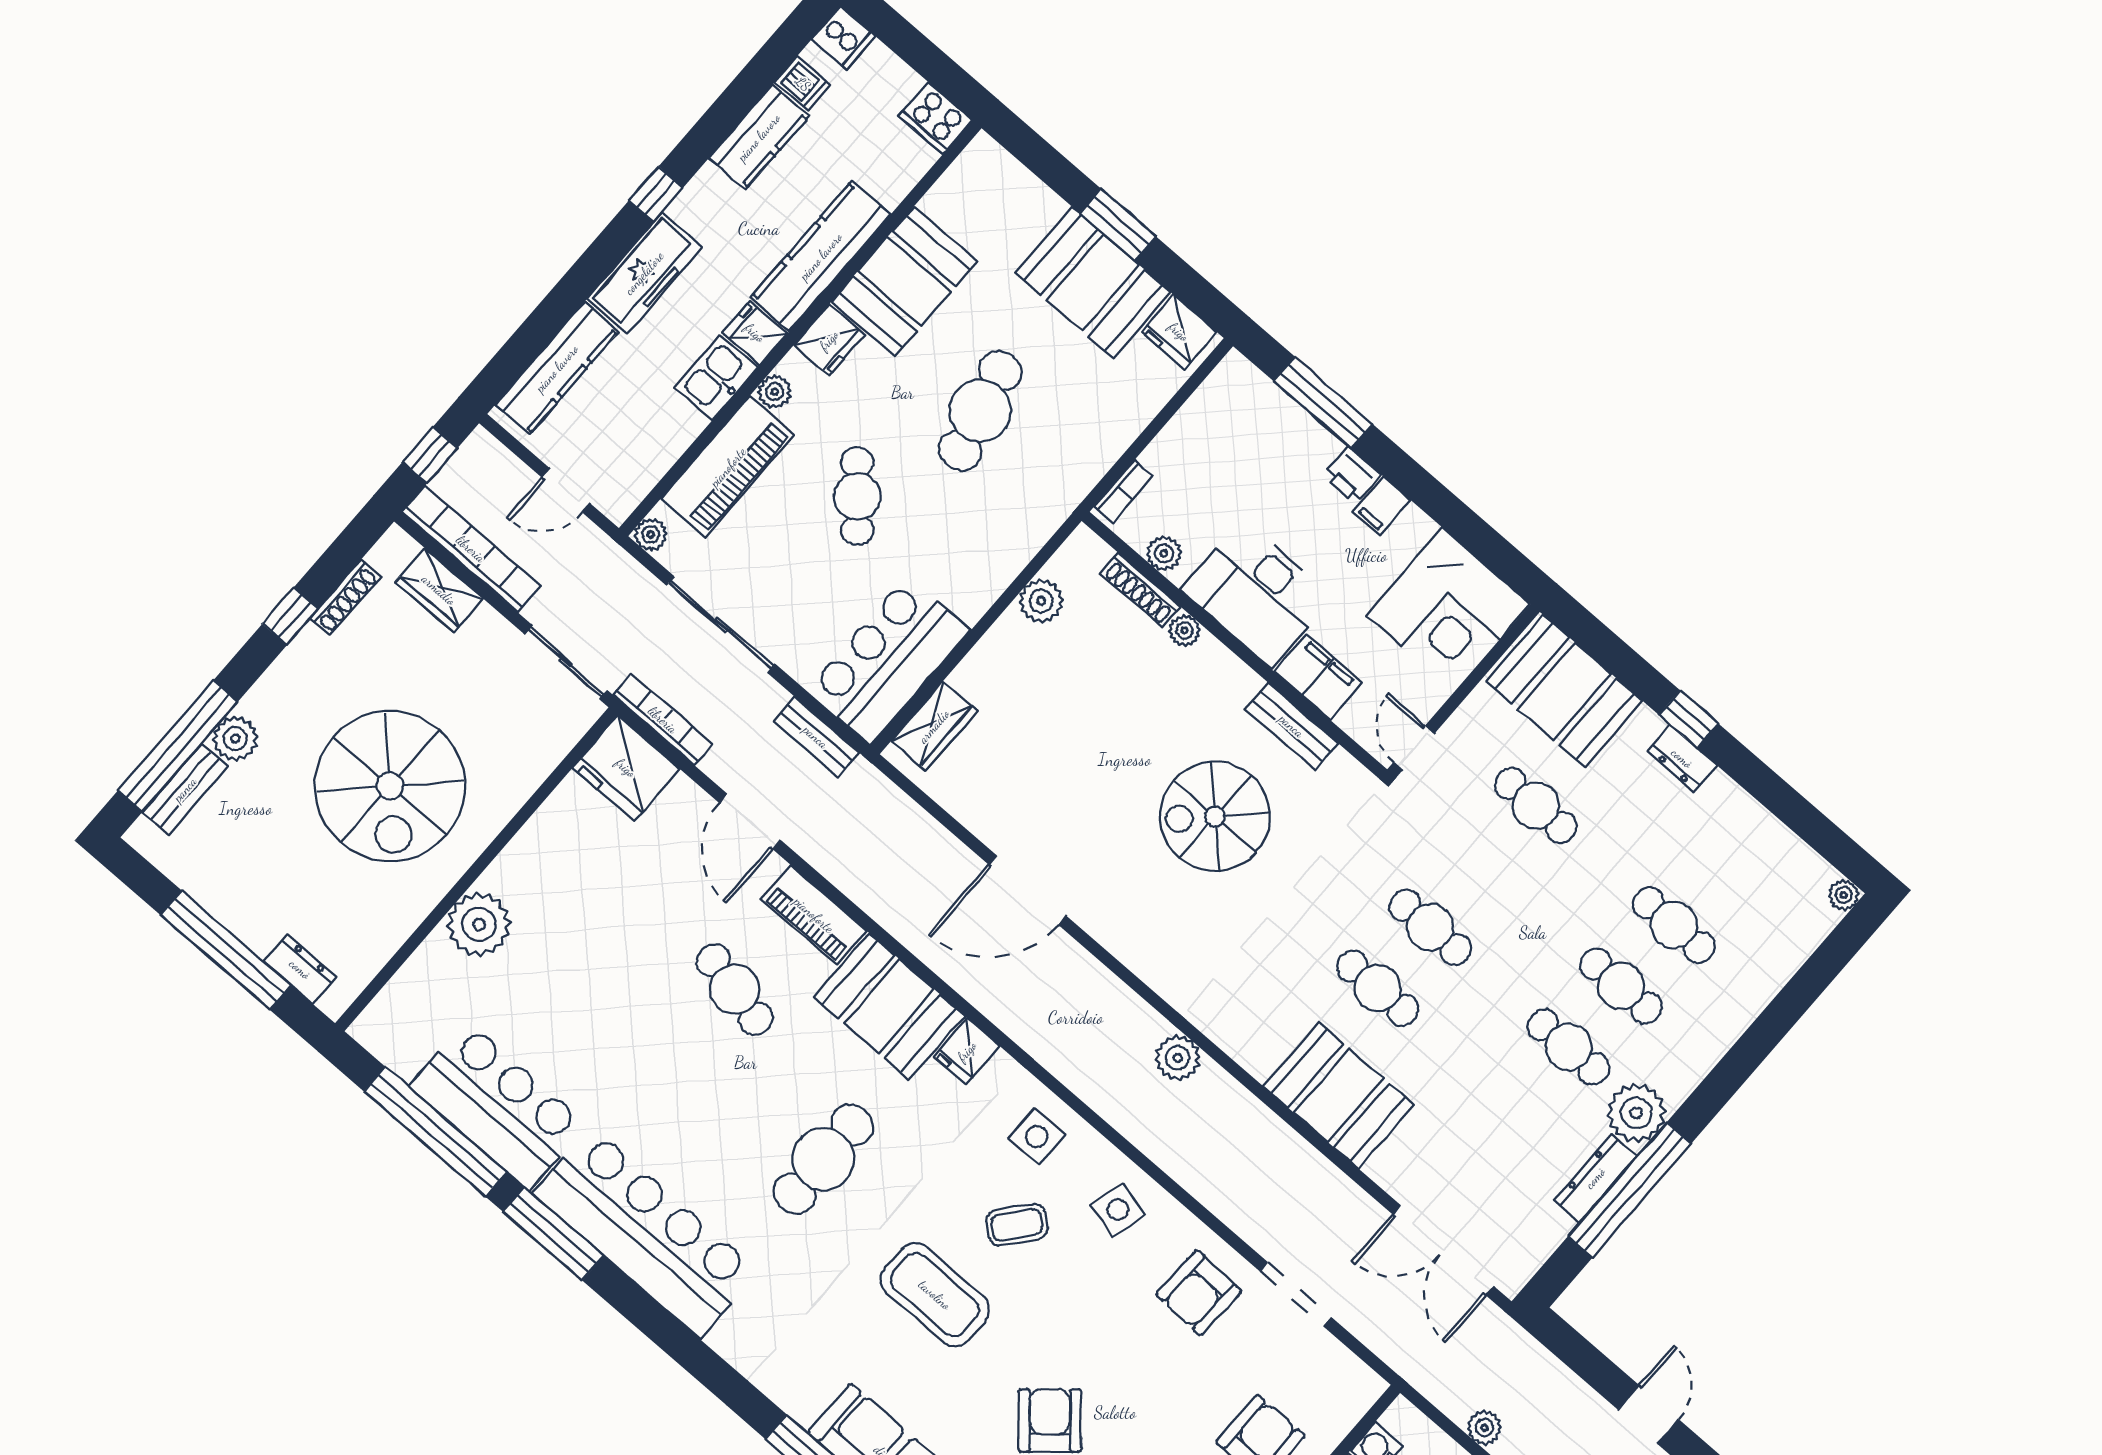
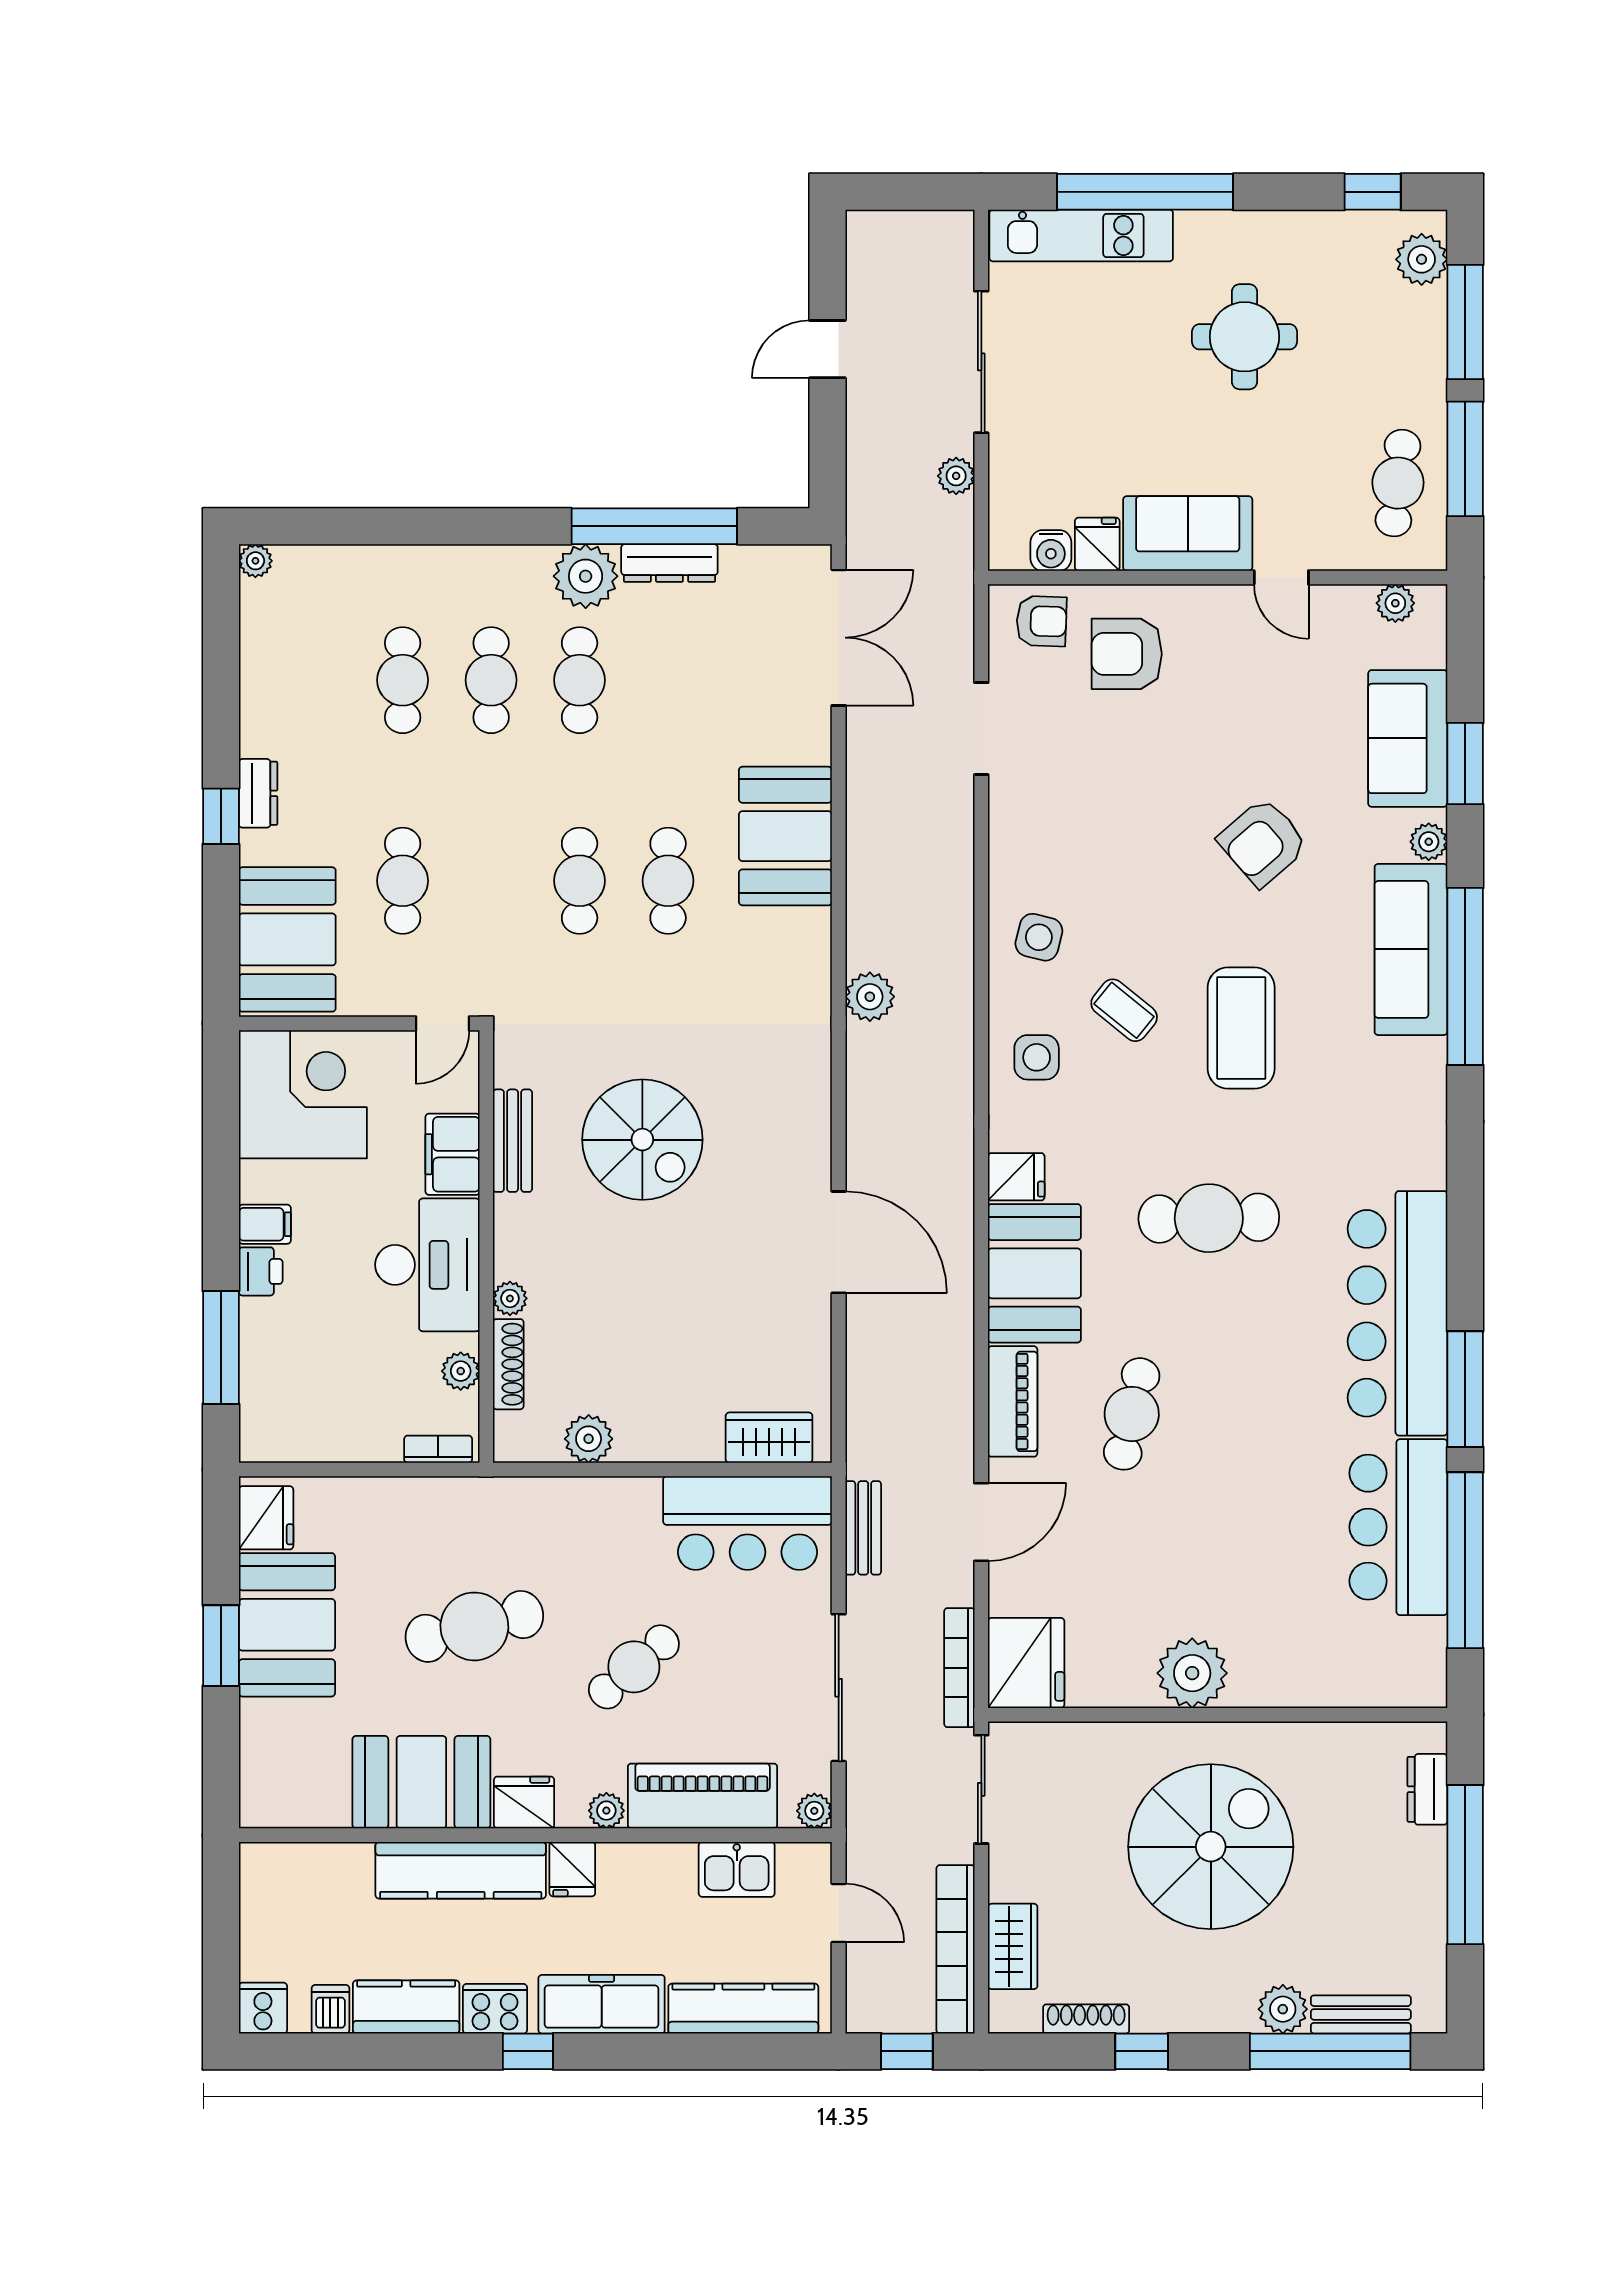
cooker: (935, 118) -> (495, 2009), moved, turned -90
kitchen sink: (716, 378) -> (737, 1869), moved
plant: (479, 924) -> (1192, 1673), moved
armchair: (1199, 1293) -> (1042, 621), moved, width x0.72, depth x0.72

